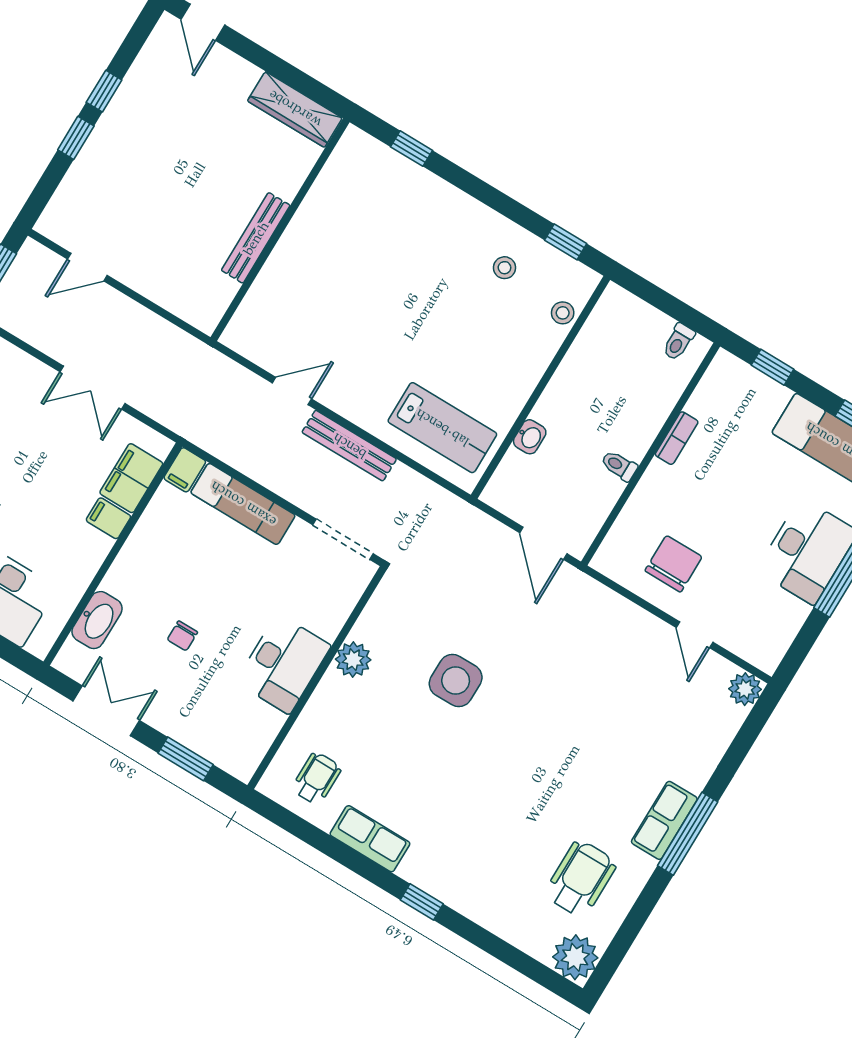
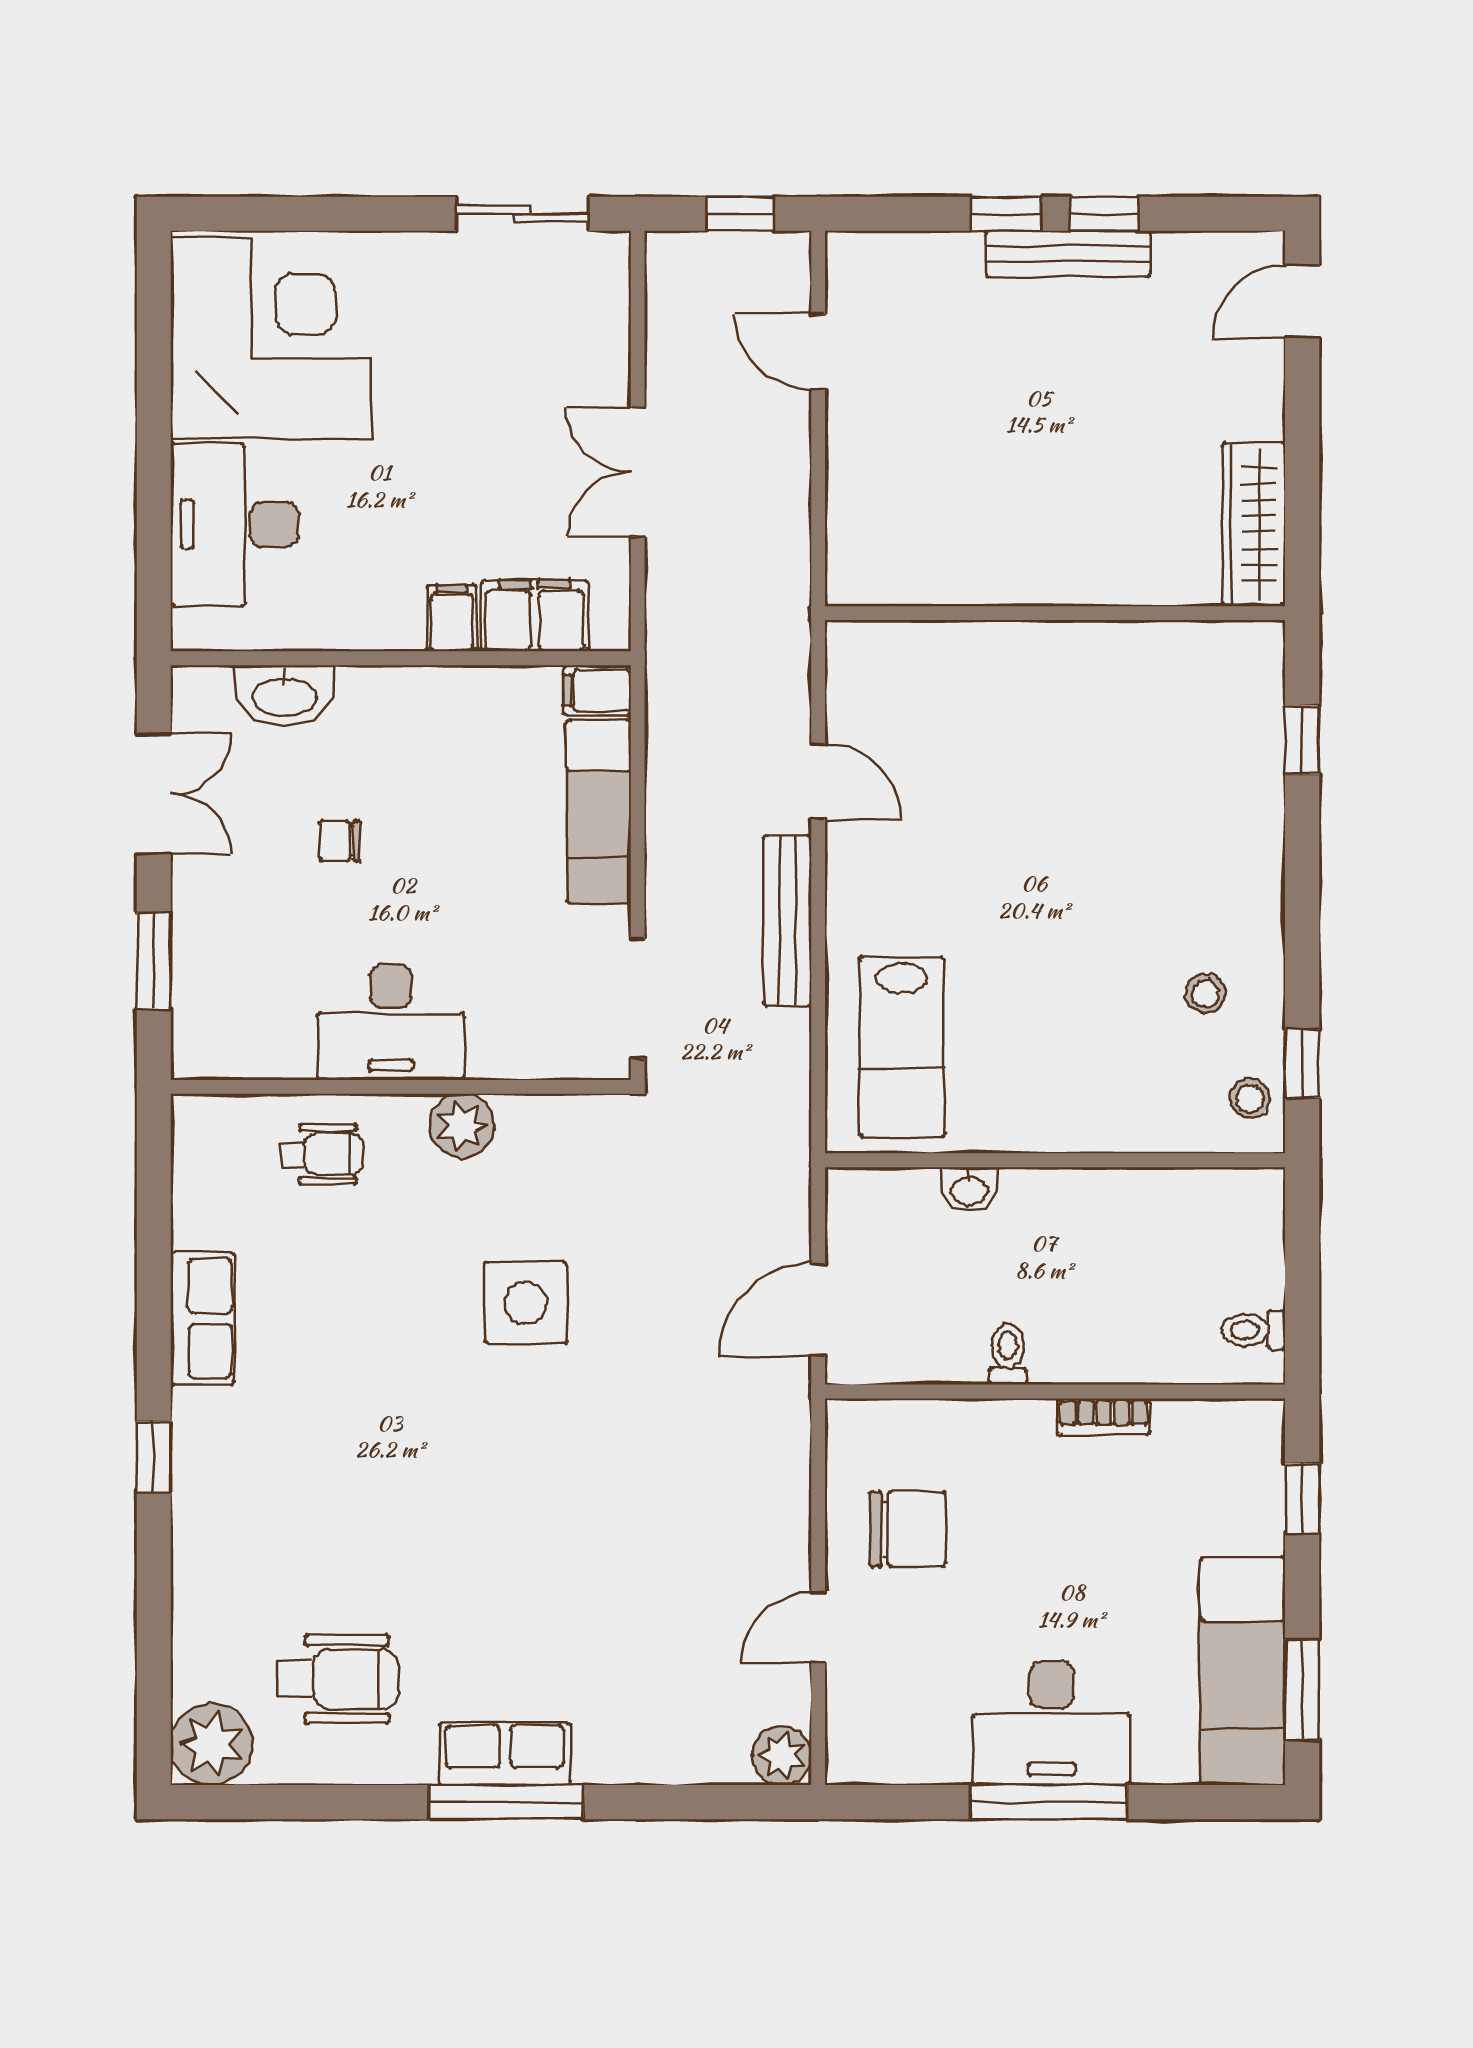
bench: (256, 238) -> (1068, 254), moved
stool: (563, 313) -> (1250, 1098), moved
wheelchair: (317, 778) -> (321, 1154), moved

